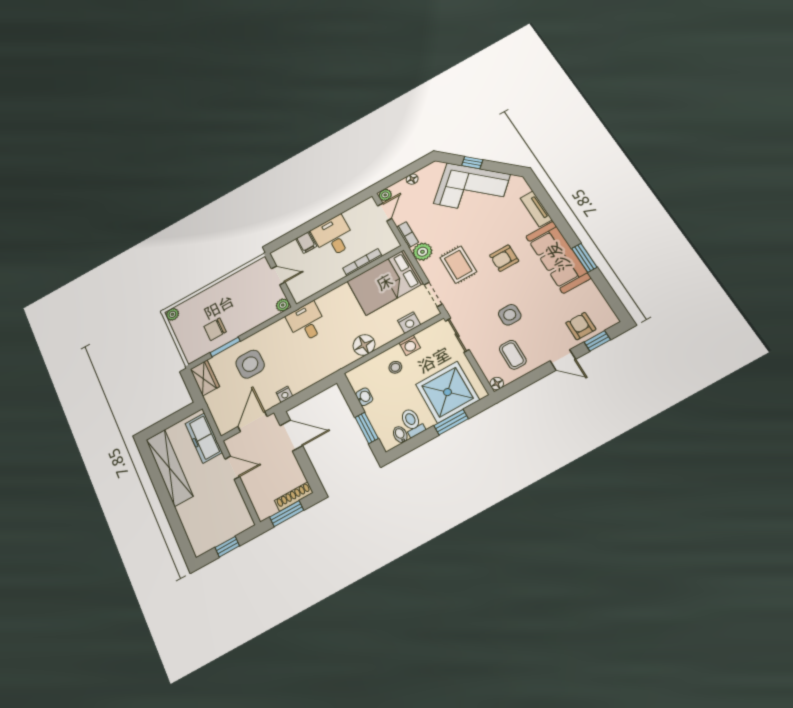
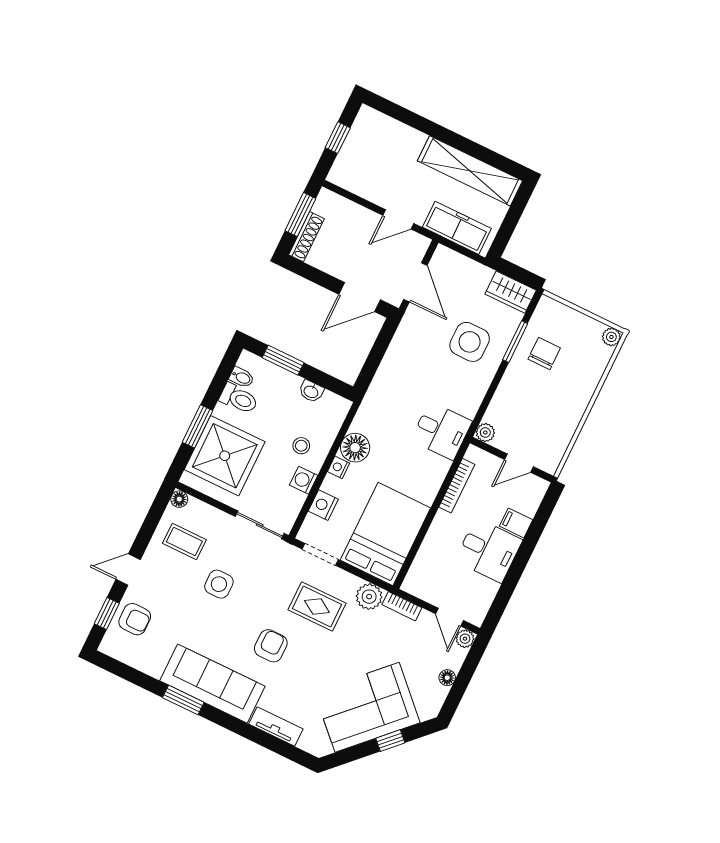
bookcase: (362, 262) -> (457, 486), moved
nightstand: (284, 394) -> (339, 467), moved

